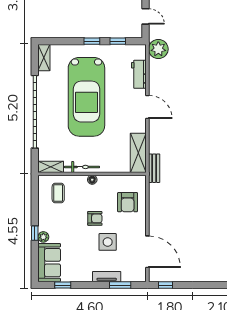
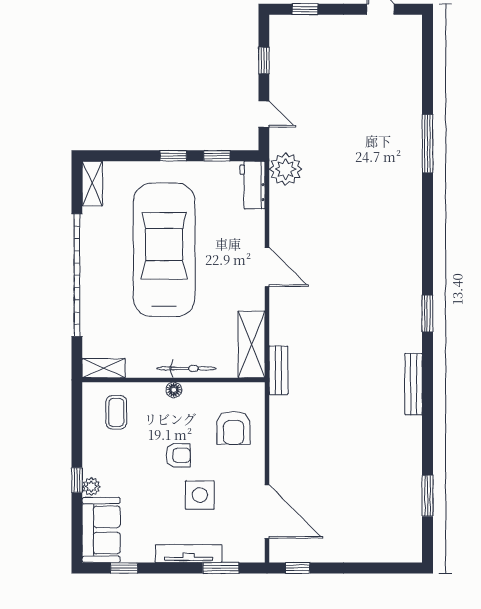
workbench: (139, 74) -> (253, 185), moved
car: (86, 97) -> (164, 250), turned 180
bicycle: (82, 167) -> (186, 368), moved
tv unit: (107, 277) -> (189, 554), width x1.41

